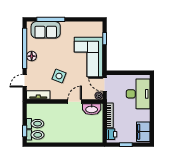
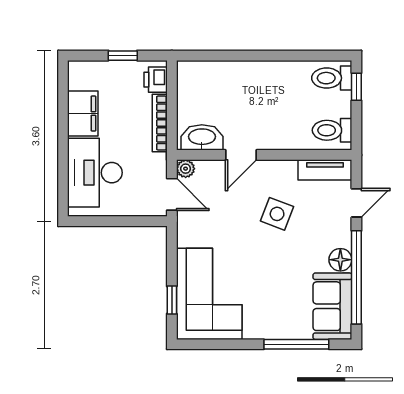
sofa: (46, 30) -> (332, 306), moved, turned -90
corner sofa: (88, 57) -> (209, 294), moved
toilet: (35, 124) -> (332, 130), moved
filing cabinet: (143, 132) -> (83, 114), moved

